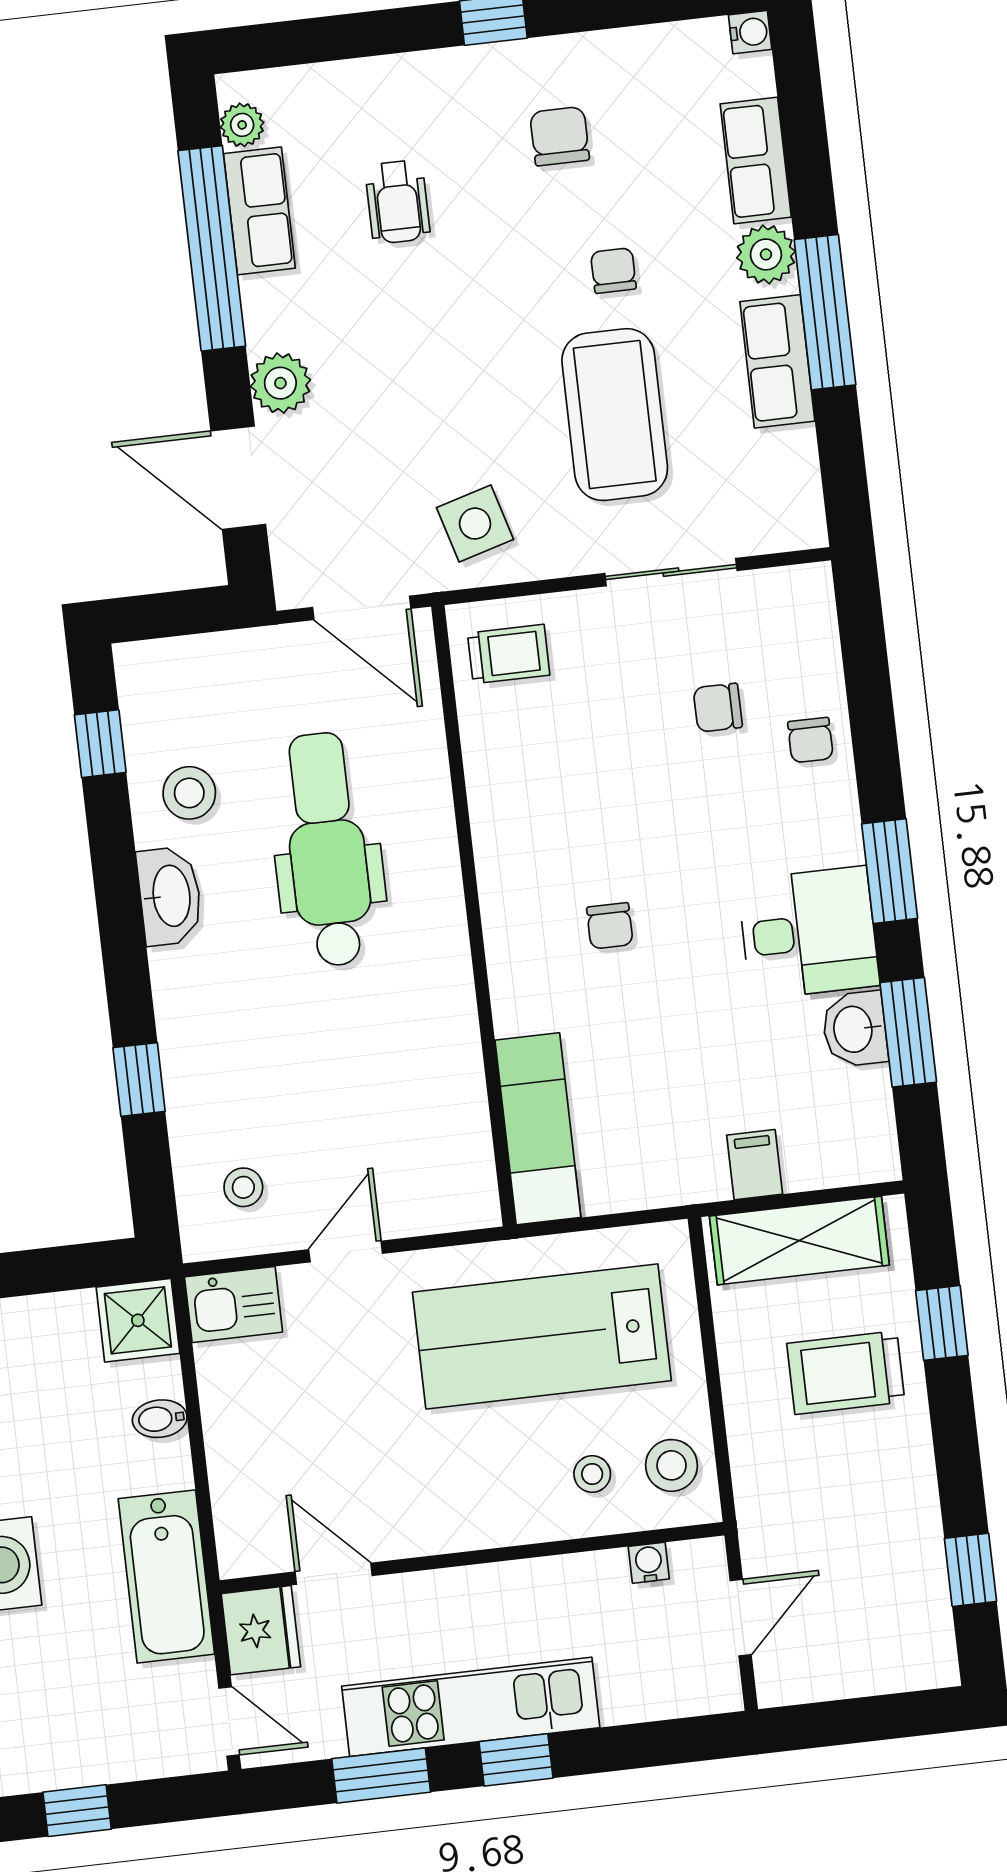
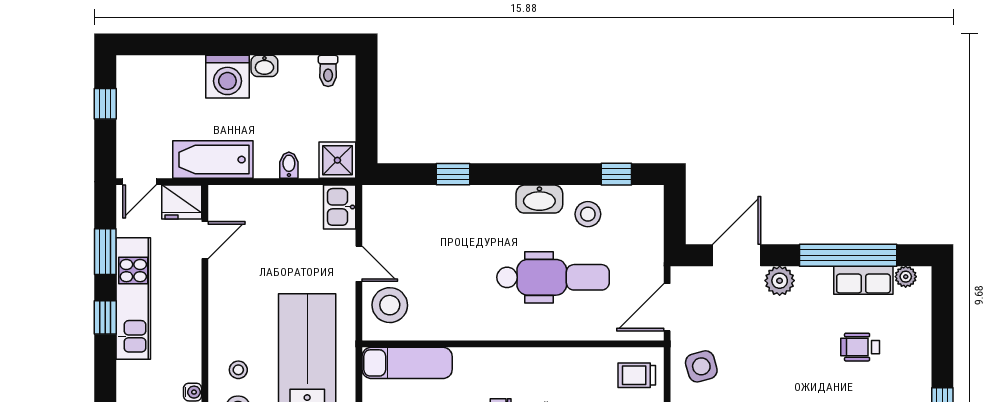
trolley: (509, 654) -> (637, 375), turned 90
stool: (243, 1187) -> (390, 305), moved, width x1.89, depth x1.89

